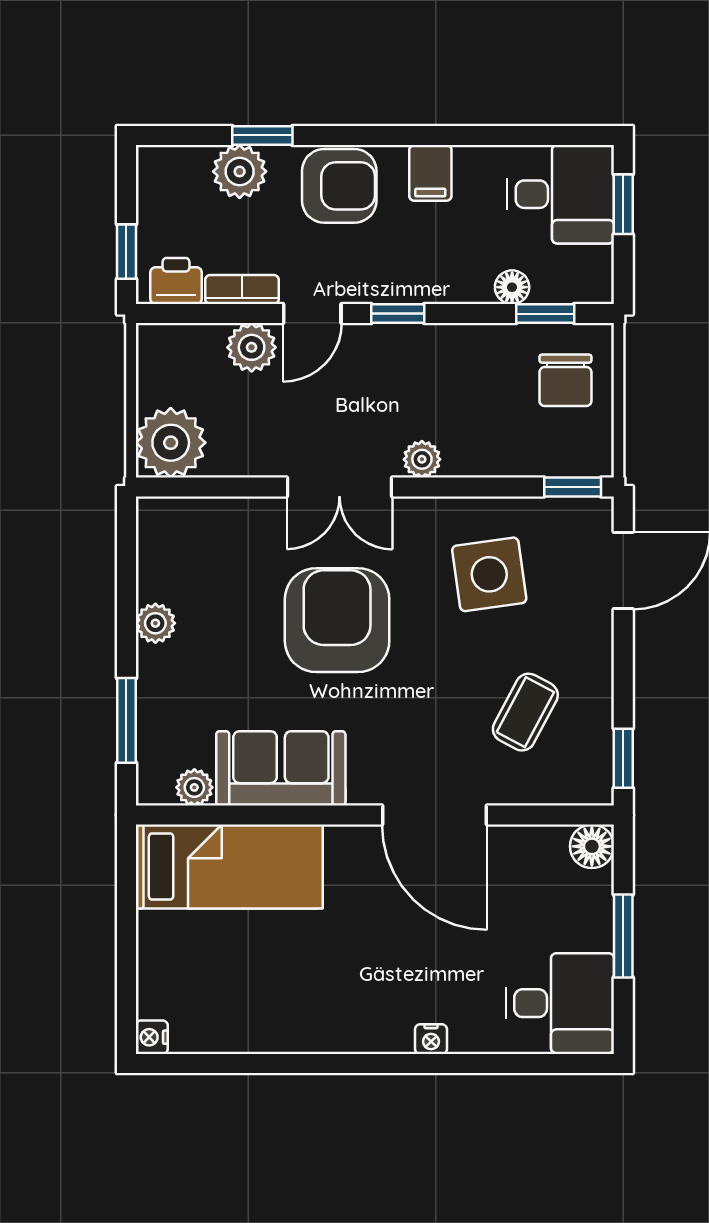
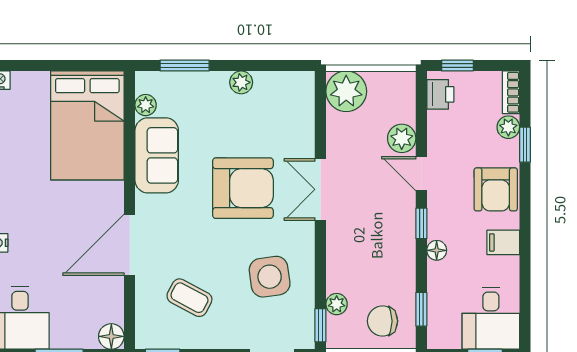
plant: (240, 171) -> (508, 127), width x0.73, depth x0.73
floor lamp: (512, 287) -> (437, 250), moved
bookcase: (242, 289) -> (511, 92), moved, turned 180
plant: (422, 459) -> (337, 304), moved
bed: (229, 866) -> (87, 125), width x1.50

